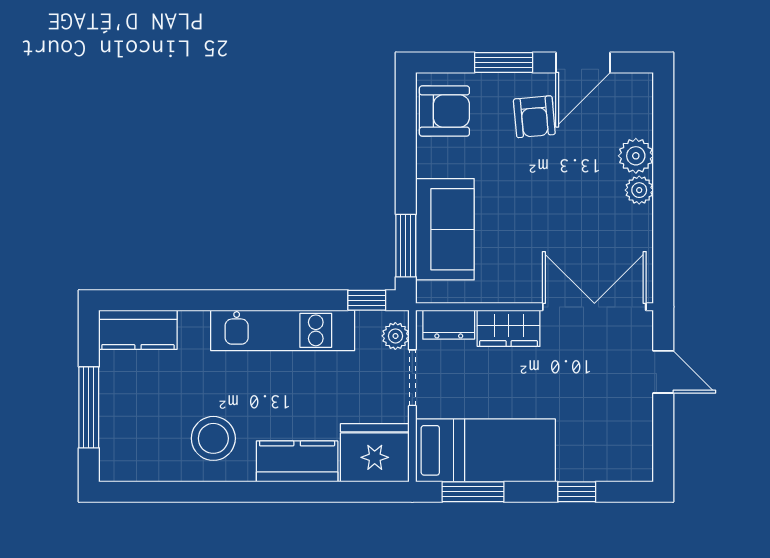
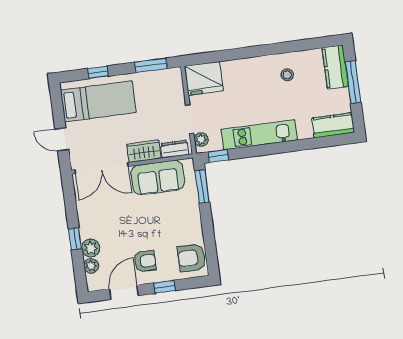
window: (504, 62) -> (165, 287), width x0.67
armchair: (534, 117) -> (145, 261), turned 95
window: (663, 178) -> (75, 239), added
plant: (639, 190) -> (91, 266), moved
sofa: (445, 229) -> (158, 178), moved, turned -90
stool: (213, 438) -> (287, 75), width x0.53, depth x0.53
bed: (485, 450) -> (98, 101), moved, turned 180
kitchen counter: (297, 461) -> (335, 67), moved, turned 90

